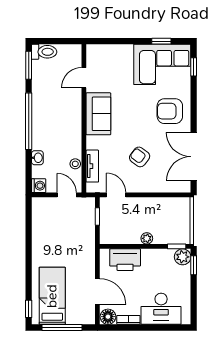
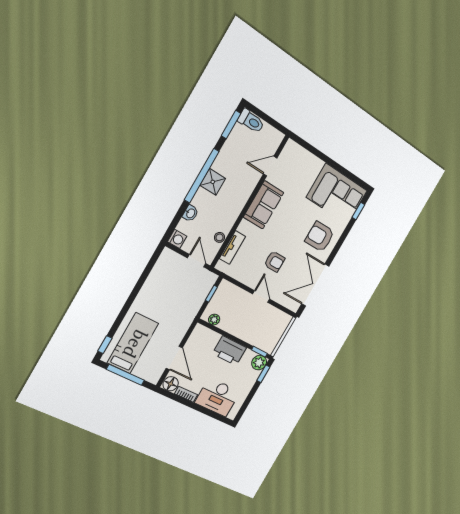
window: (161, 41) -> (348, 174), removed
shower: (41, 121) -> (213, 182), added
armchair: (140, 157) -> (275, 262), turned 143
door: (116, 195) -> (261, 297), moved
plant: (147, 238) -> (214, 320), moved
printer: (125, 260) -> (229, 351), moved

